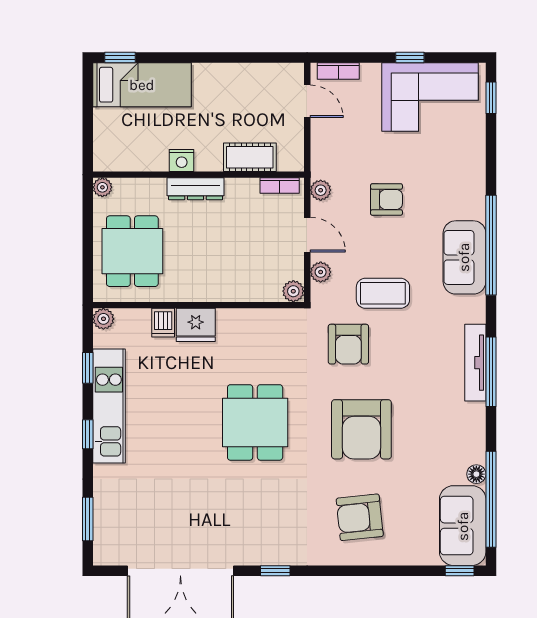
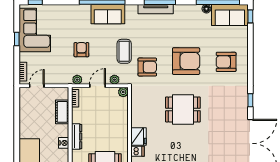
armchair: (360, 517) -> (226, 62), turned 96

